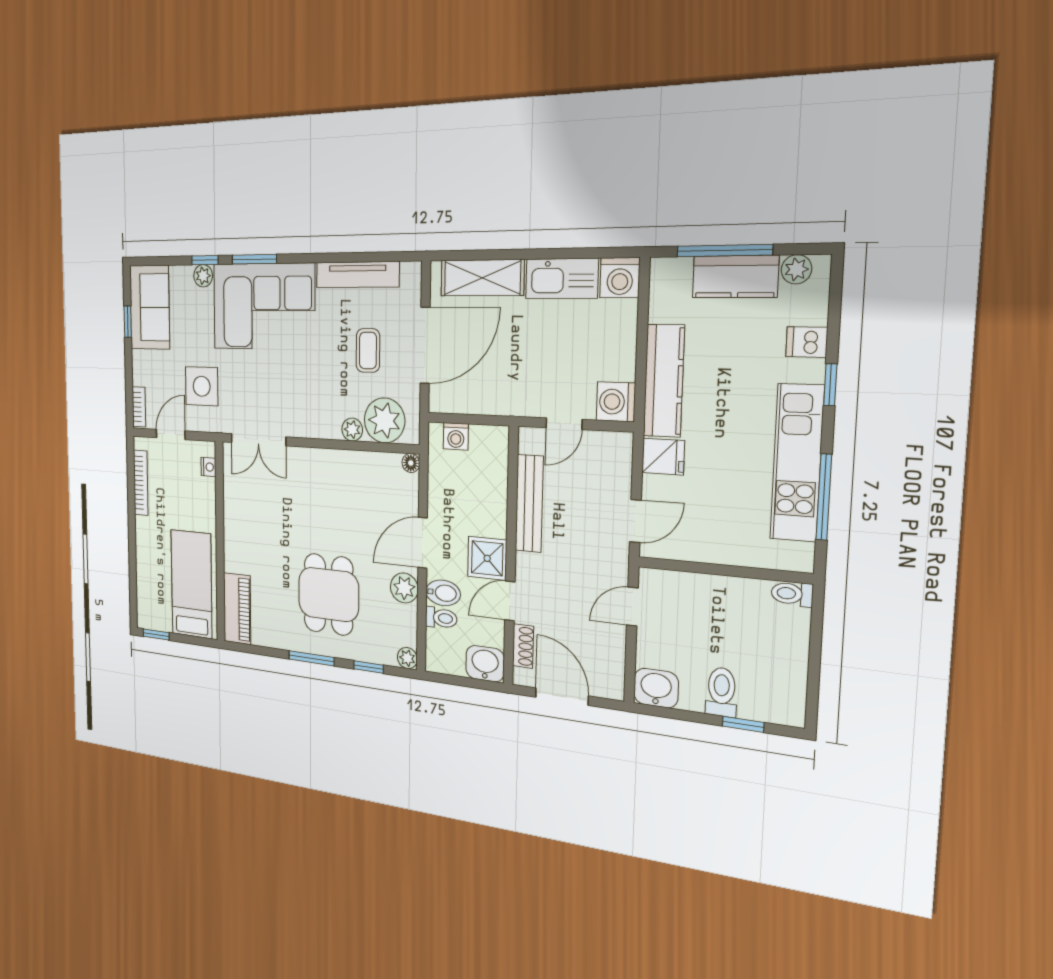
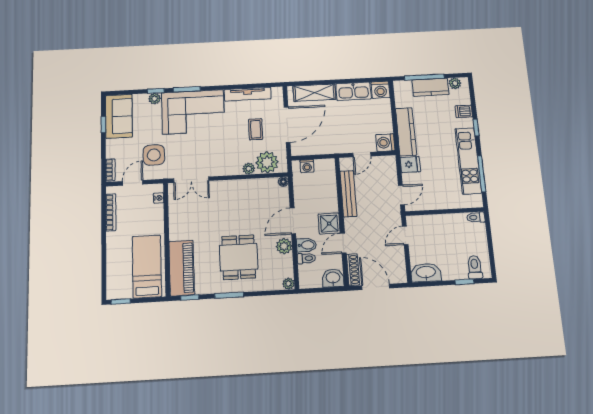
piano: (237, 609) -> (182, 268), width x1.37, depth x1.33
shoe rack: (523, 646) -> (353, 270), width x1.43
window: (369, 667) -> (190, 297), moved
washbasin: (656, 688) -> (426, 273), width x1.38
toilet: (721, 692) -> (475, 267), moved

